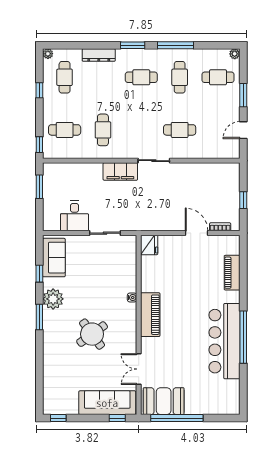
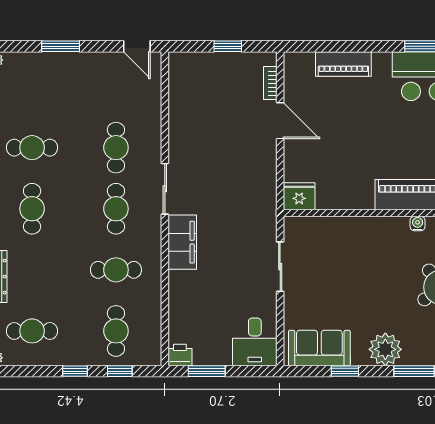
cafe table: (218, 77) -> (116, 209), moved
window: (39, 90) -> (75, 371), moved
door: (243, 130) -> (137, 46), moved
window: (39, 145) -> (120, 371), moved
printer: (50, 170) -> (180, 355), added
desk: (74, 216) -> (255, 342), moved, turned 90
door: (197, 233) -> (280, 121), swing flipped
water cooler: (132, 298) -> (418, 224), moved

